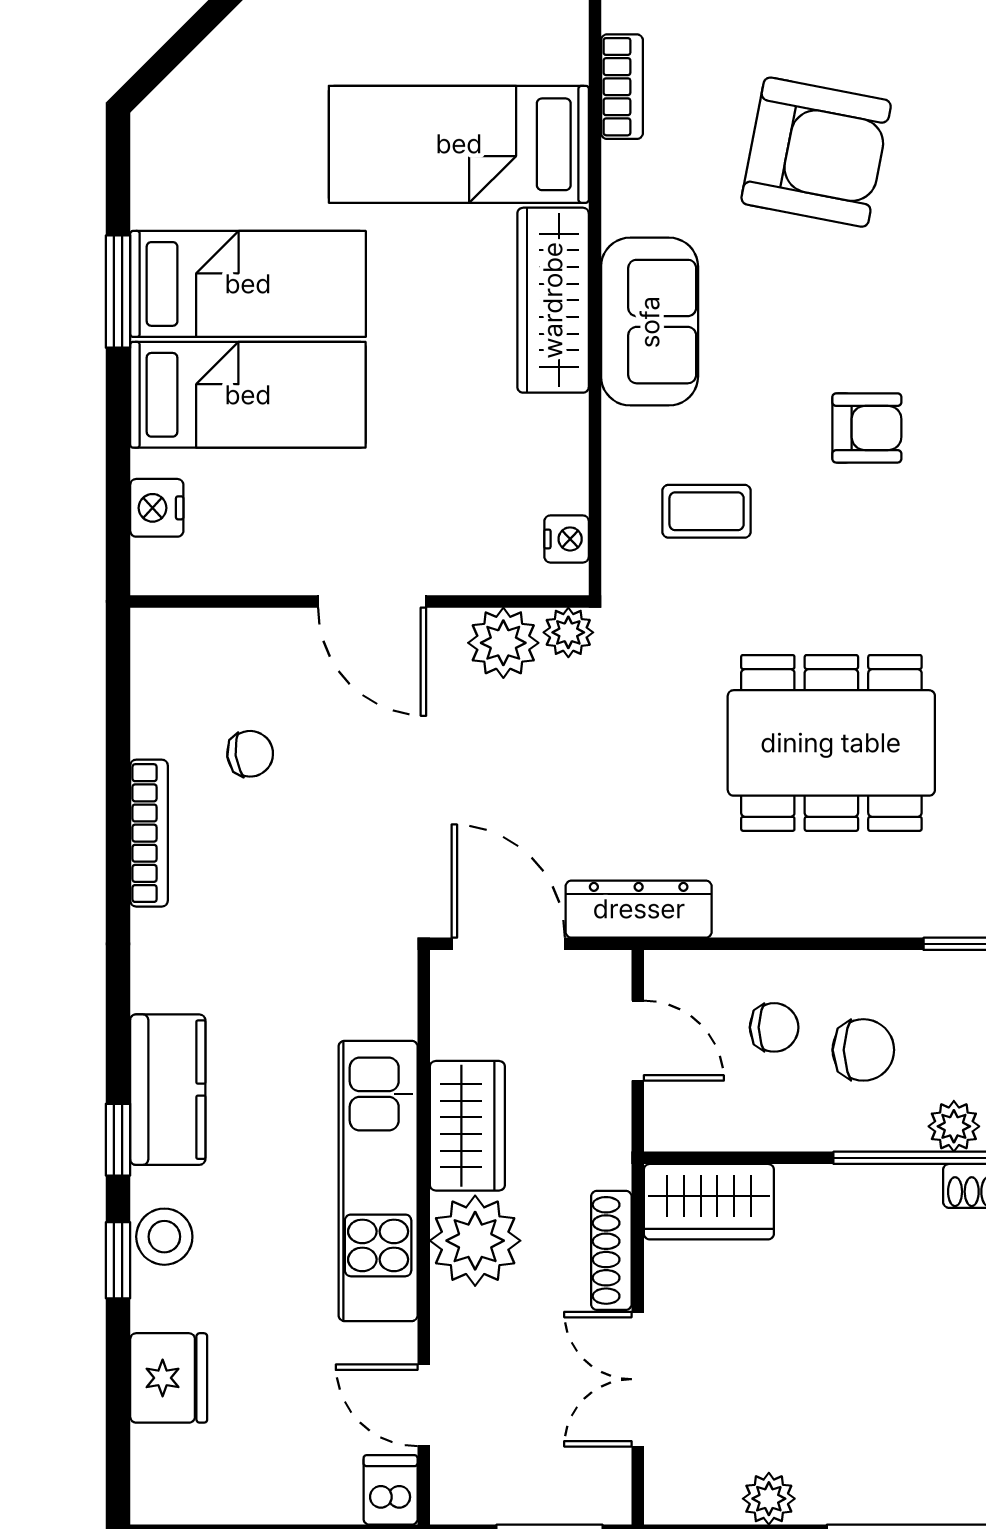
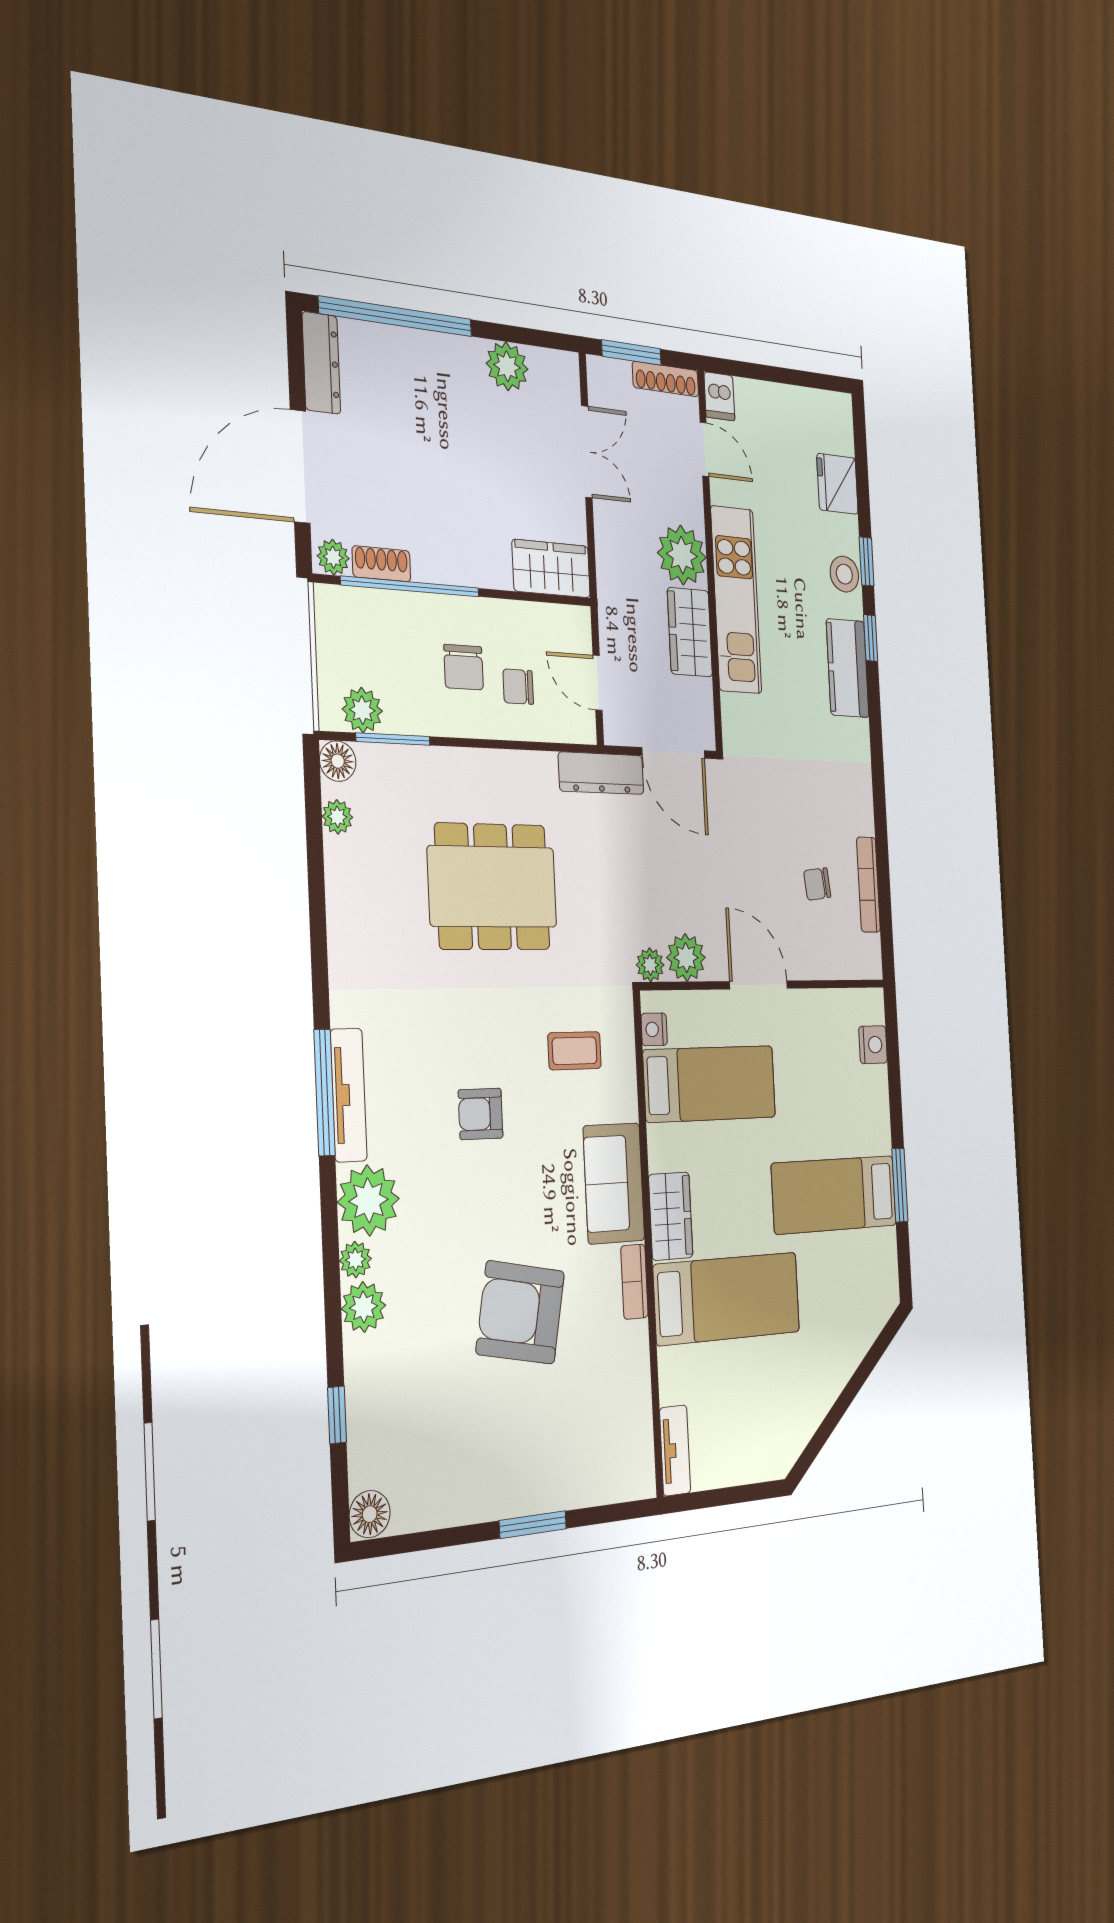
bookcase: (622, 87) -> (634, 1282), moved
wardrobe: (553, 300) -> (671, 1216), width x0.67
bed: (248, 395) -> (710, 1084), moved, turned 180
bookcase: (149, 833) -> (868, 885), moved
chair: (863, 1050) -> (464, 667), turned -90
plant: (954, 1126) -> (405, 609), removed
shoe rack: (611, 1250) -> (666, 379), moved, turned 90
plant: (769, 1499) -> (507, 366), width x1.38, depth x1.38

